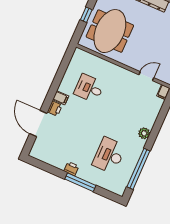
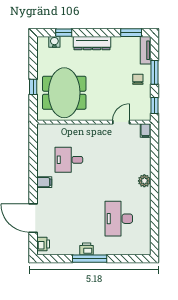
printer: (55, 108) -> (43, 244), moved
window: (138, 169) -> (155, 219), removed
window: (80, 182) -> (90, 259), moved

